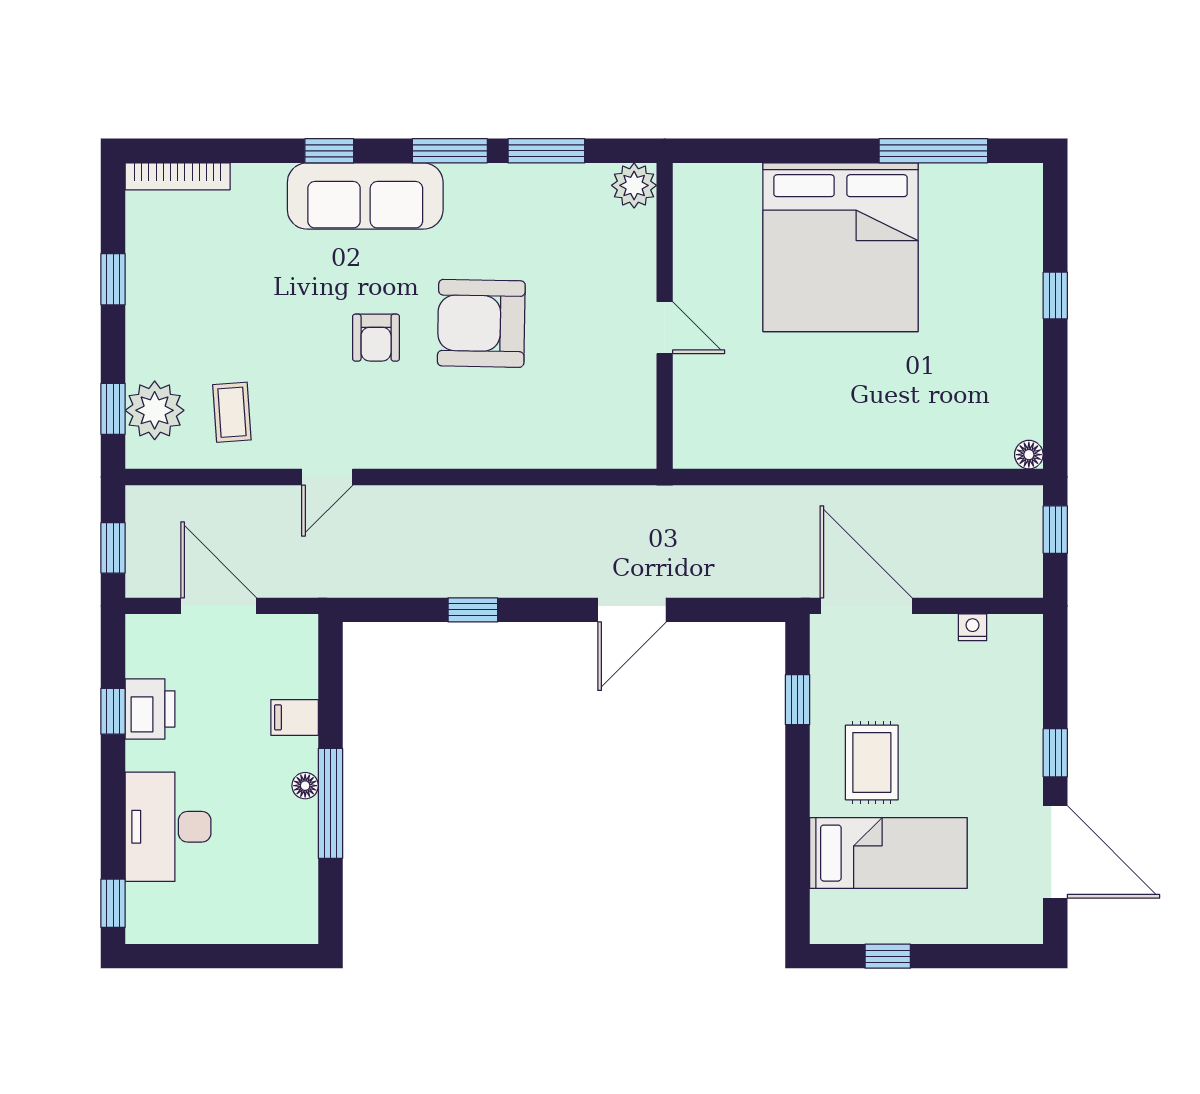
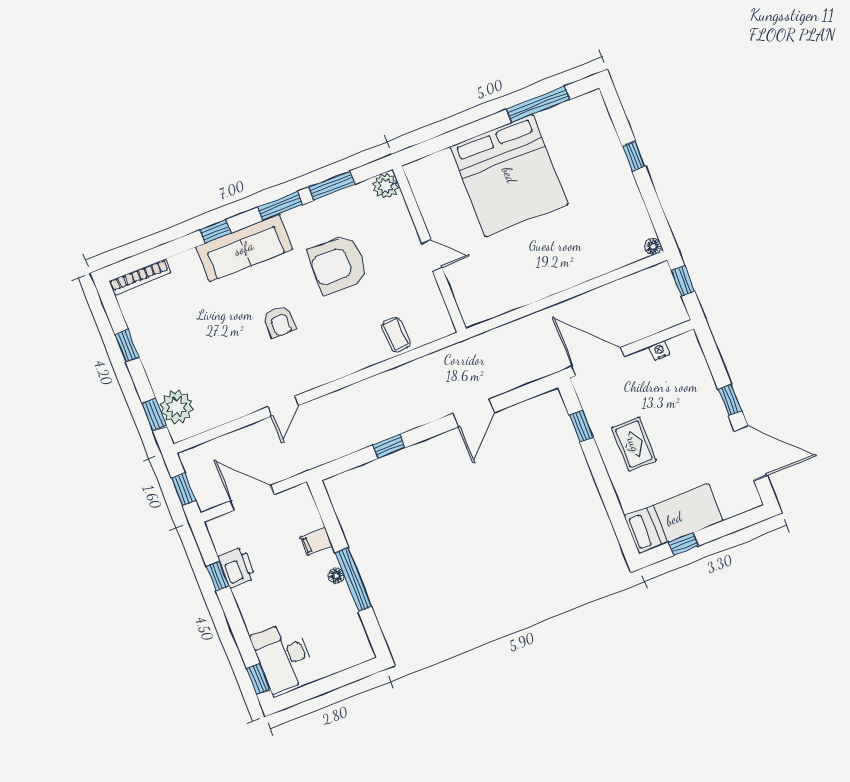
armchair: (481, 323) -> (338, 264), moved
coffee table: (232, 412) -> (396, 335), moved
desk: (168, 827) -> (283, 657), moved
bed: (888, 853) -> (674, 519), moved

